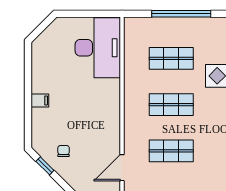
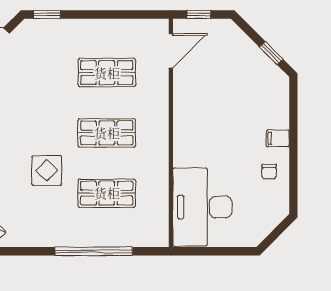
chair: (64, 151) -> (269, 172), moved

